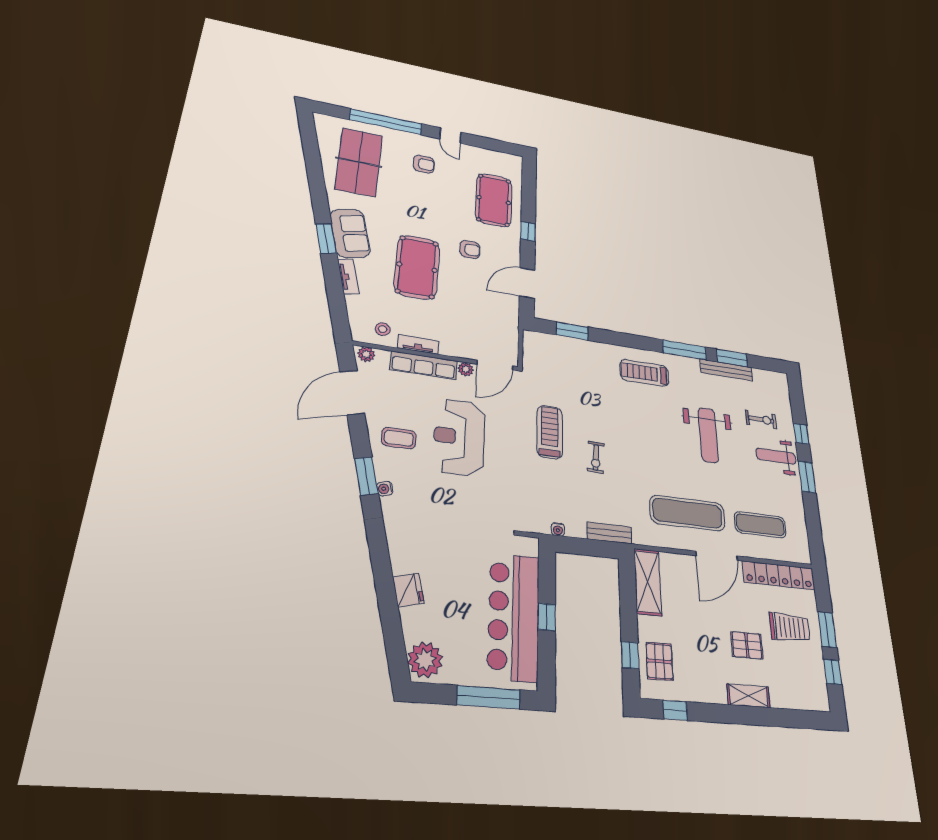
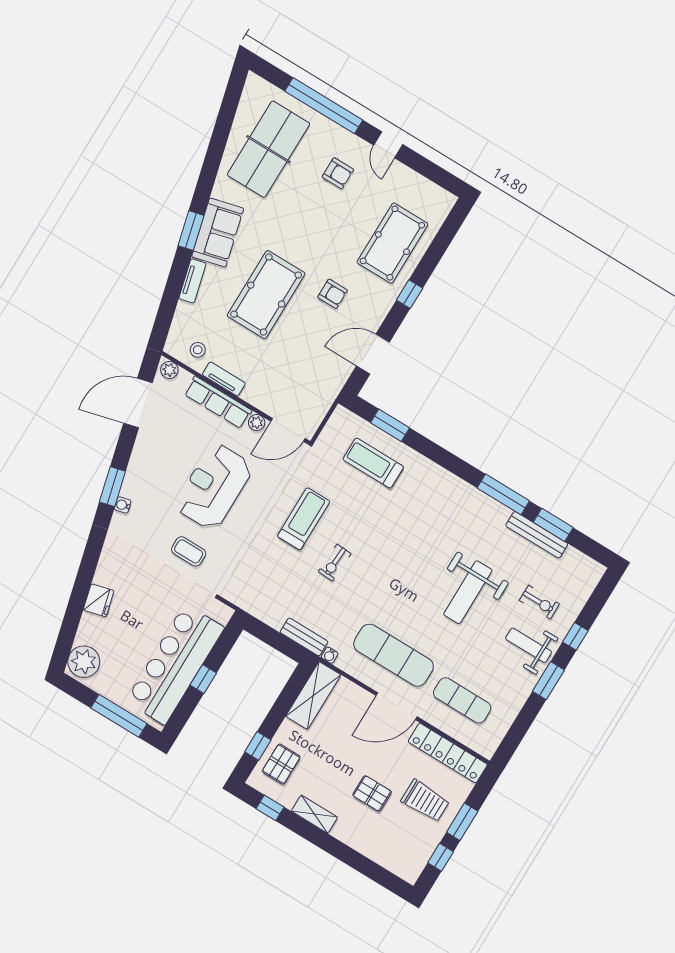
treadmill: (644, 373) -> (373, 463), moved
coffee table: (399, 438) -> (189, 551), moved
water cooler: (558, 529) -> (330, 655), moved
shelving: (748, 696) -> (314, 814), moved

